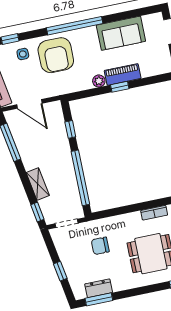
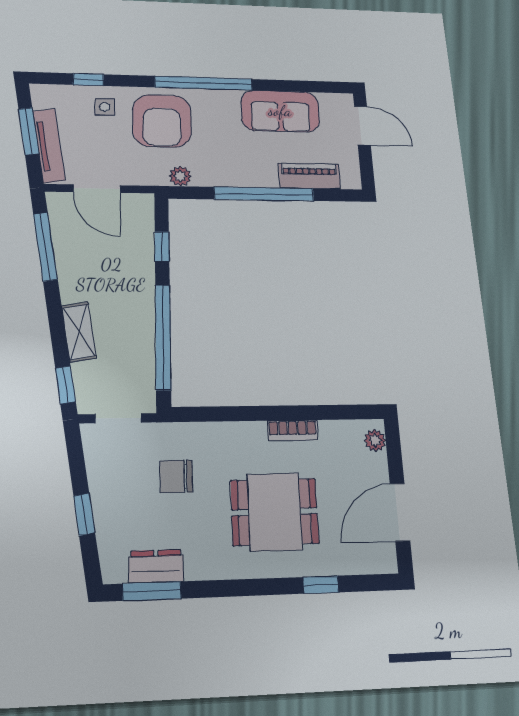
piano: (123, 74) -> (309, 176), moved
plant: (99, 81) -> (180, 176), moved
window: (120, 87) -> (264, 194), width x3.17

